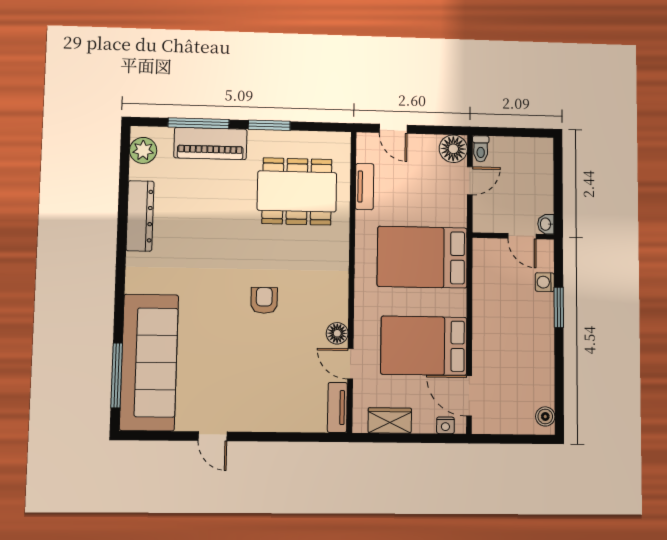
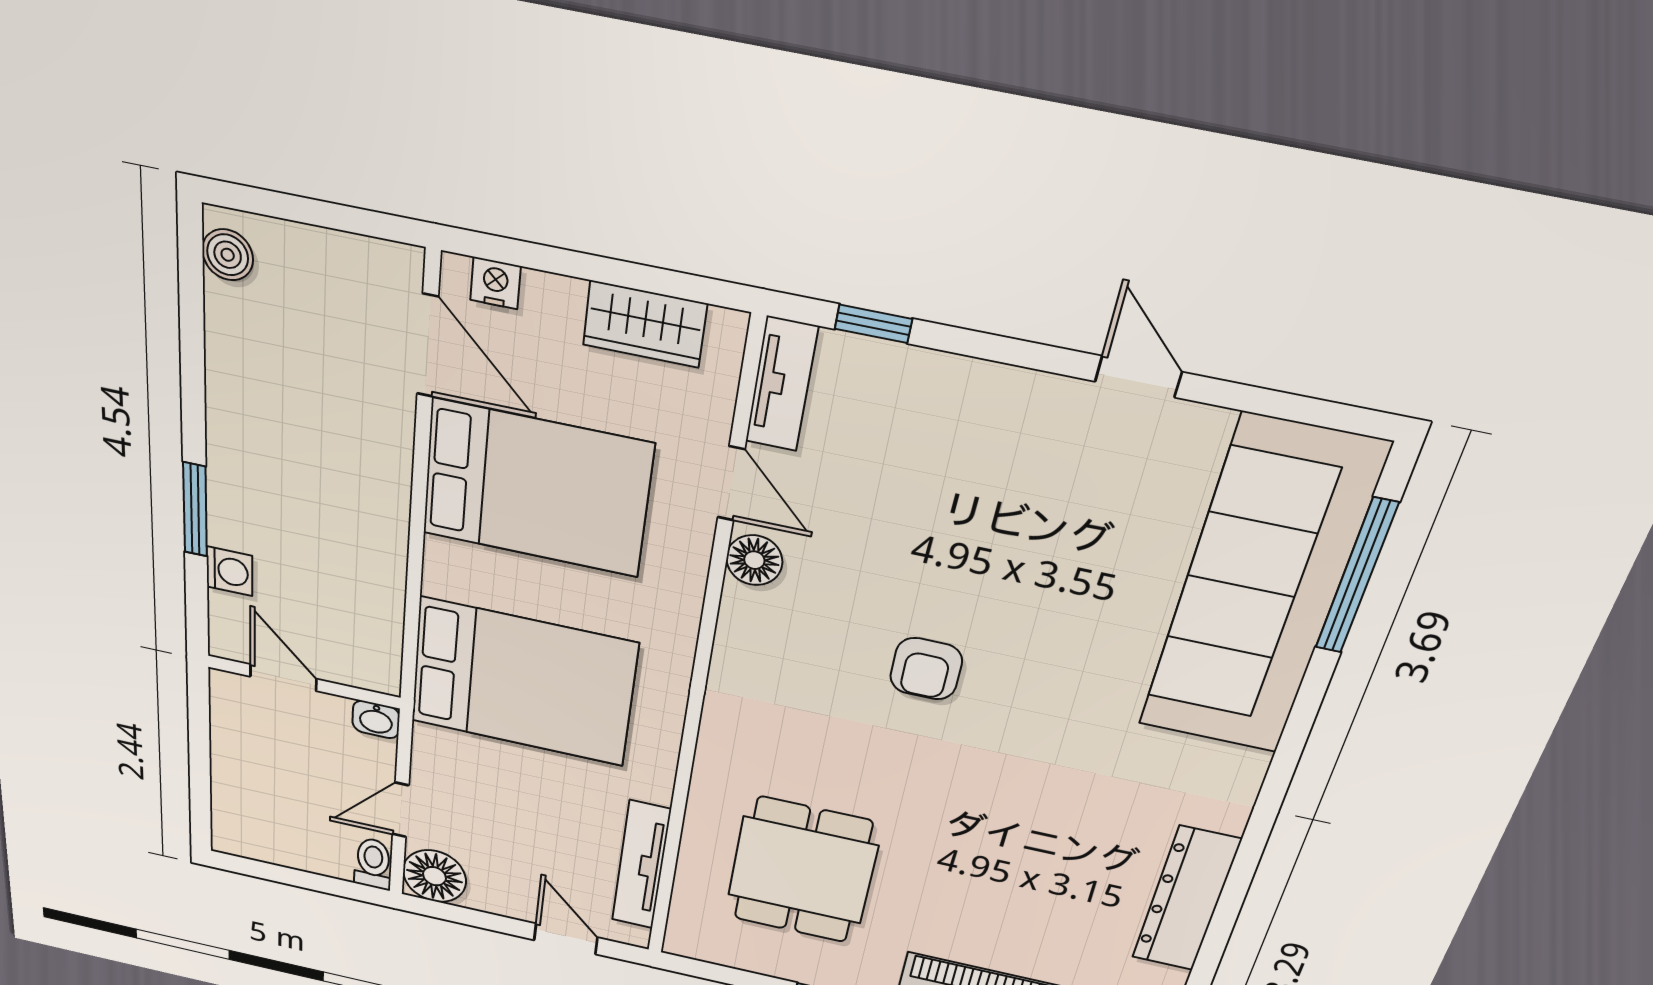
tv unit: (365, 187) -> (641, 865), width x1.41
dining table: (297, 191) -> (802, 870), width x0.73
washbasin: (546, 224) -> (376, 719), moved, turned 90
window: (308, 437) -> (873, 324), added

